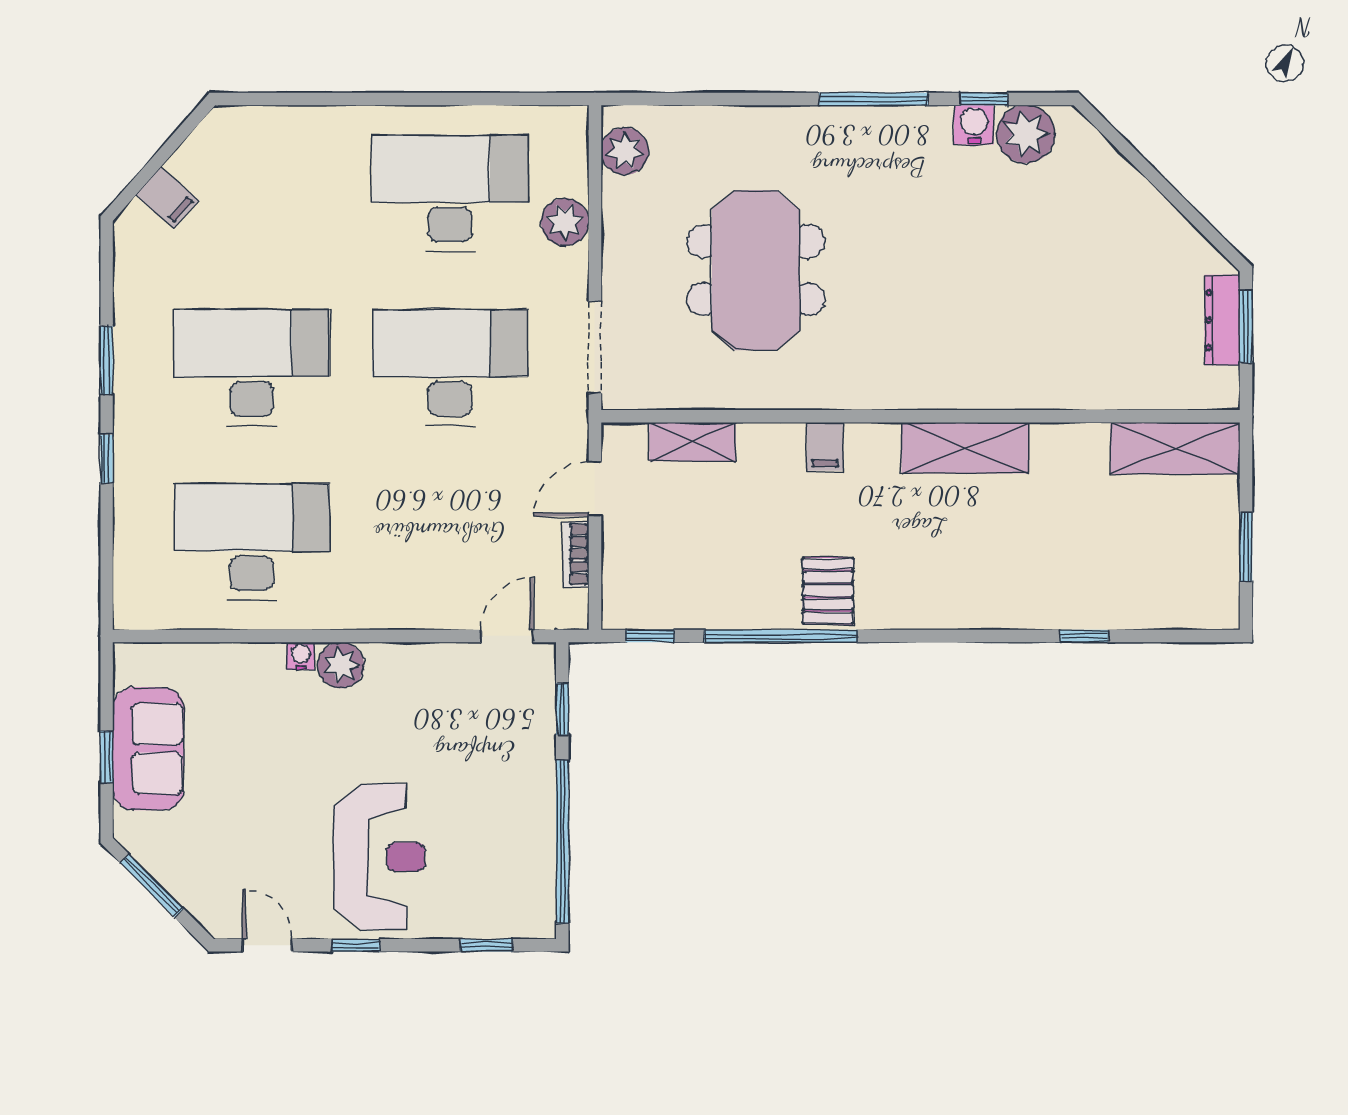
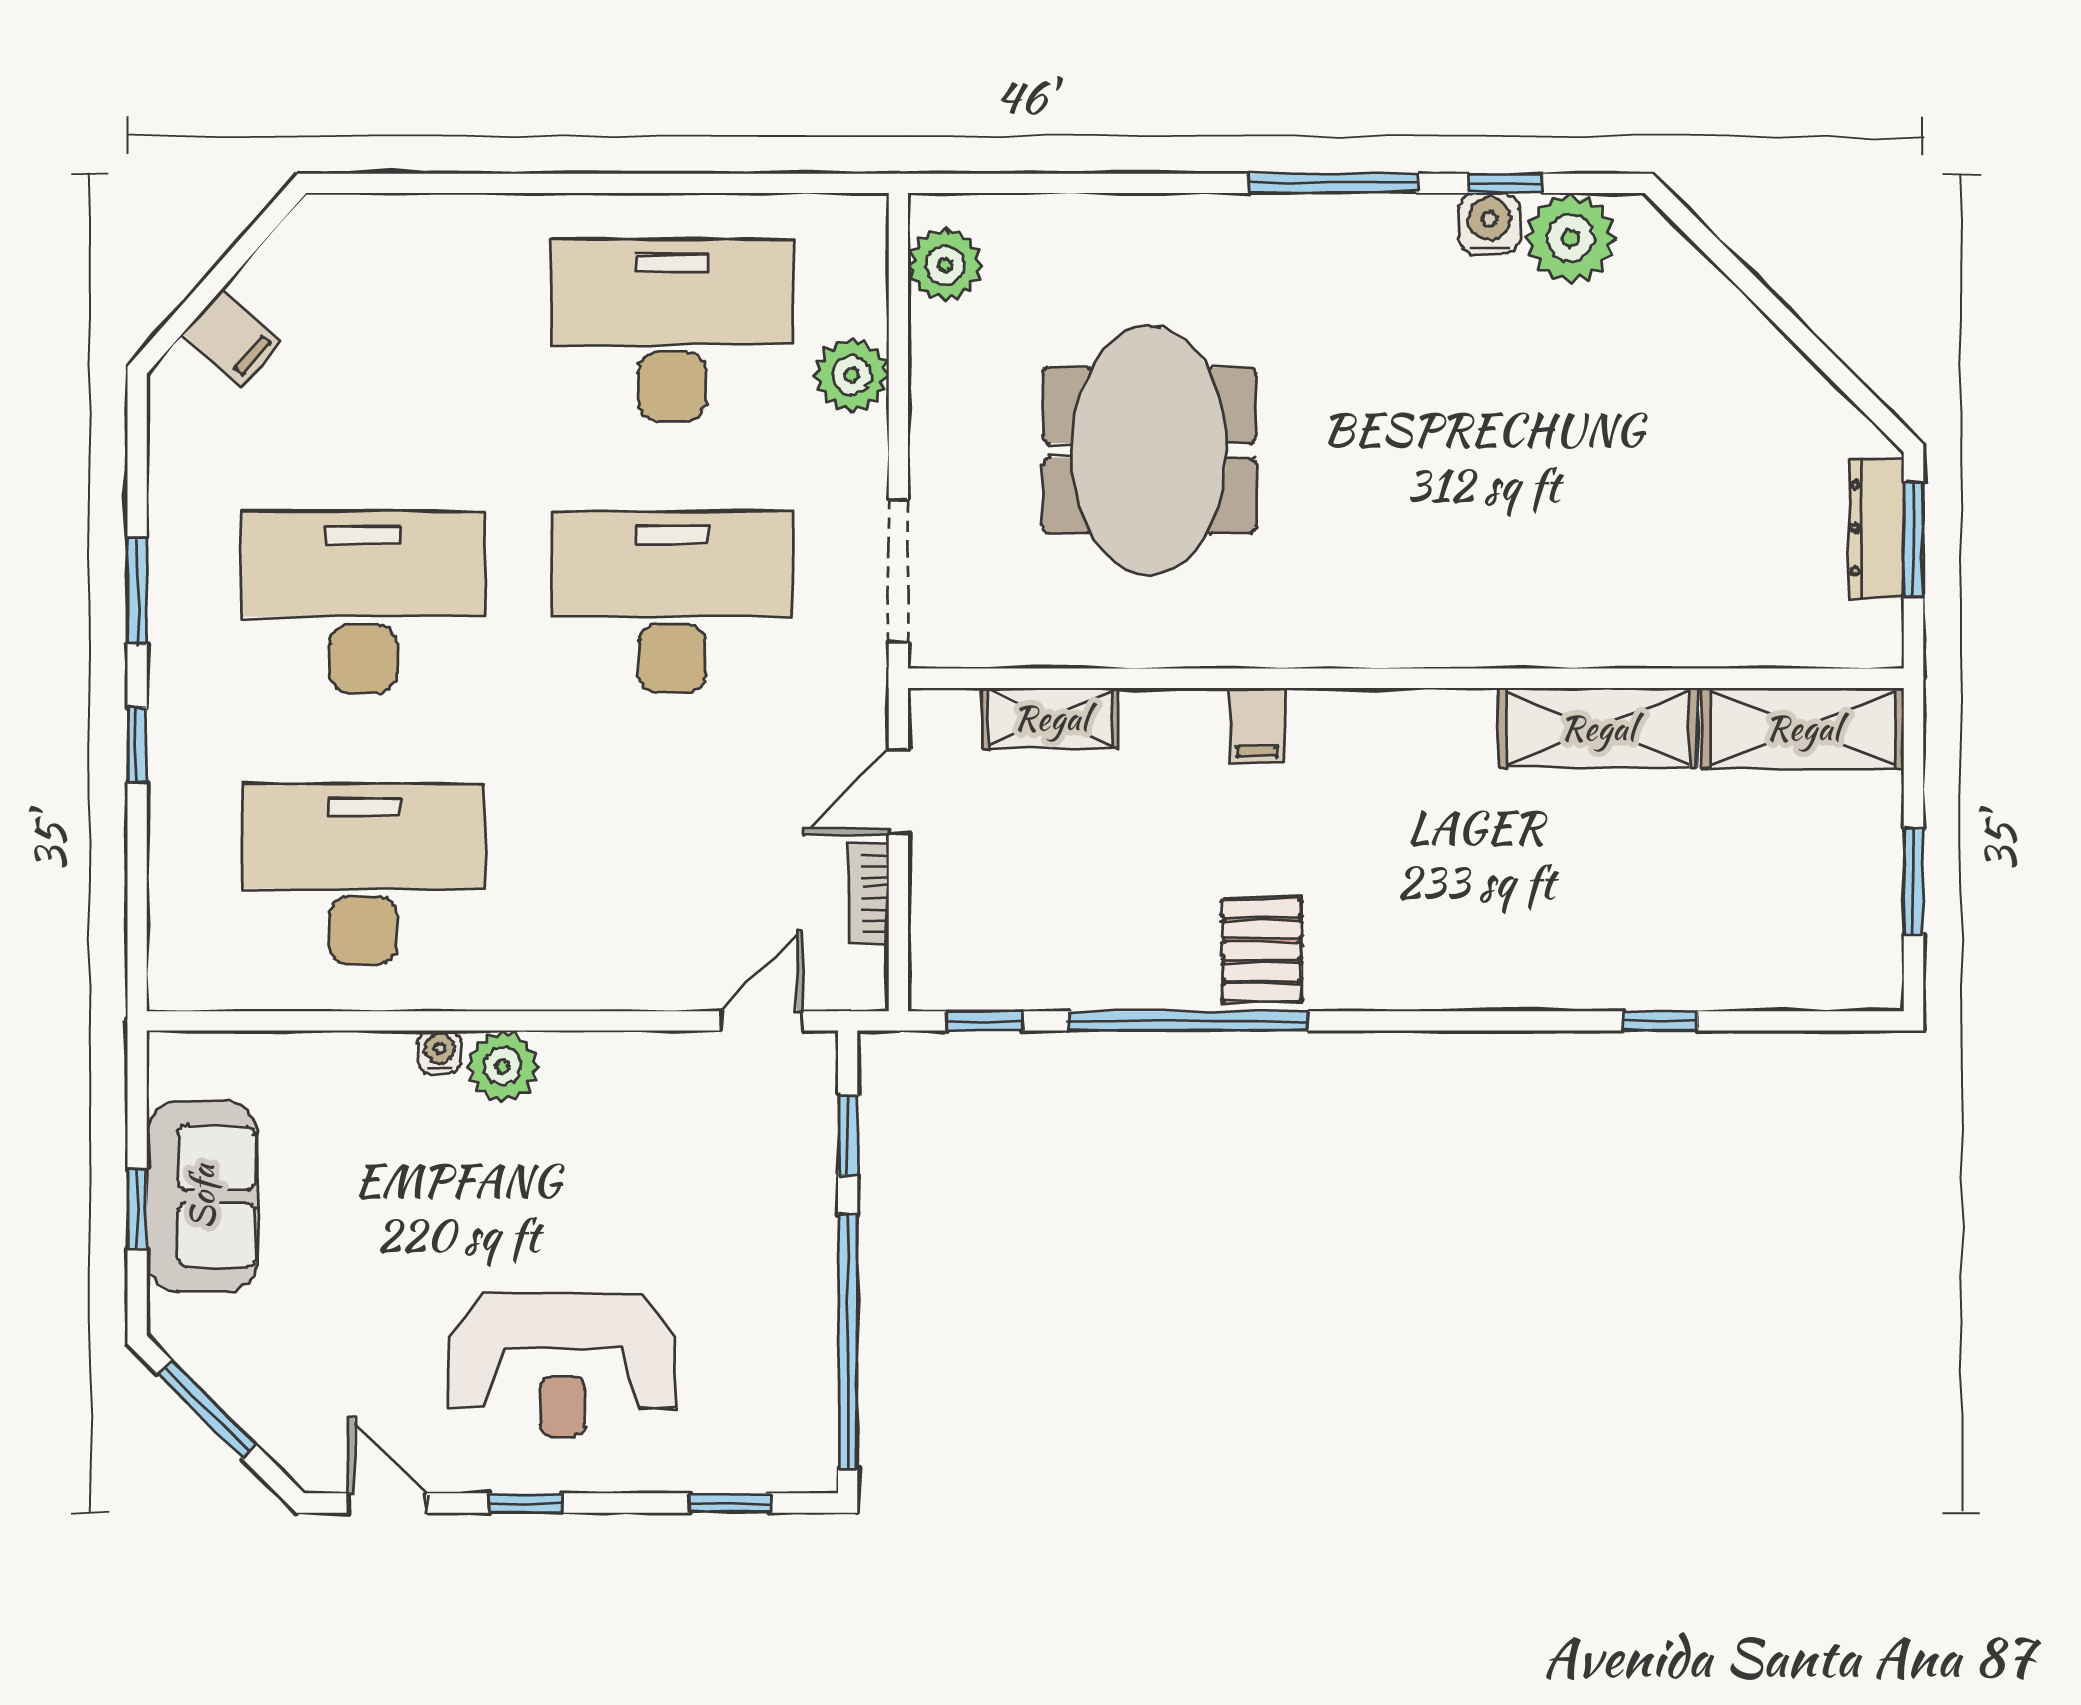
shelving: (965, 448) -> (1598, 728), moved
reception desk: (379, 857) -> (562, 1365), turned 90

